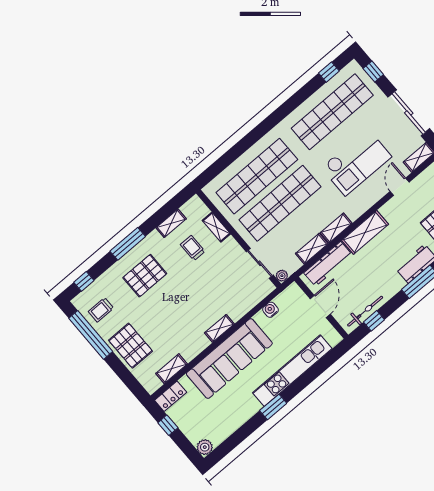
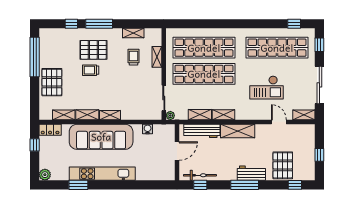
checkout: (356, 162) -> (266, 88), width x0.73, depth x0.83
door: (400, 187) -> (279, 122), hinge flipped
window: (84, 281) -> (71, 24), moved
trolley: (101, 310) -> (91, 70), moved
shelving: (196, 348) -> (87, 115), added
kitchen unit: (292, 371) -> (102, 174), moved
window: (273, 407) -> (78, 185), moved

